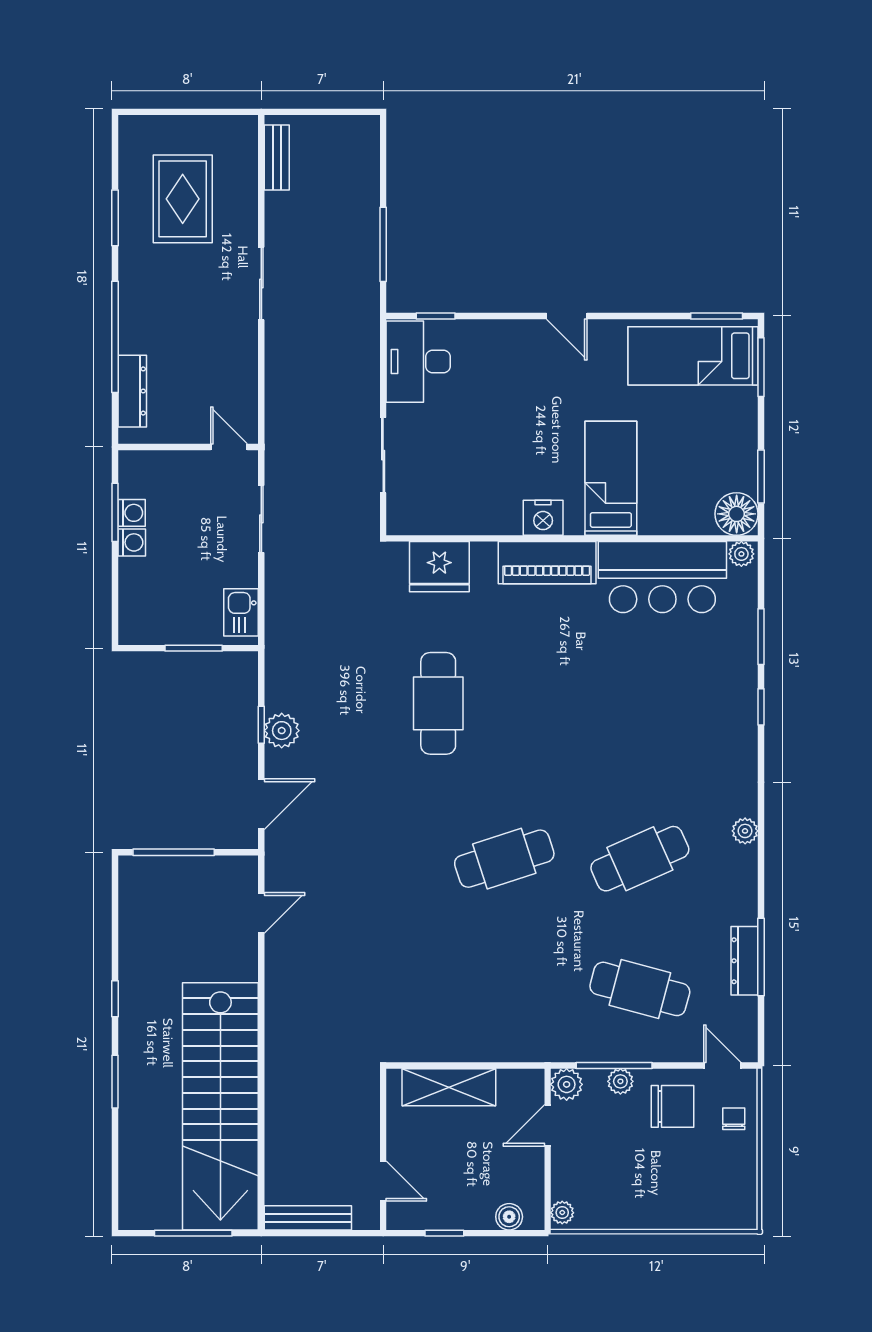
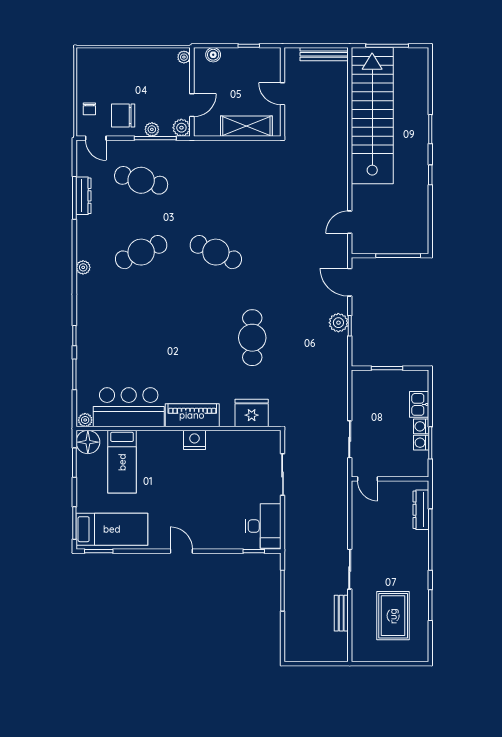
bench: (277, 158) -> (341, 613), moved
bed: (611, 478) -> (122, 462), moved
kitchen sink: (241, 612) -> (419, 404), moved, turned 180
door: (261, 804) -> (350, 282), hinge flipped
cafe table: (504, 859) -> (216, 252), turned 42
door: (383, 1181) -> (283, 94), moved

